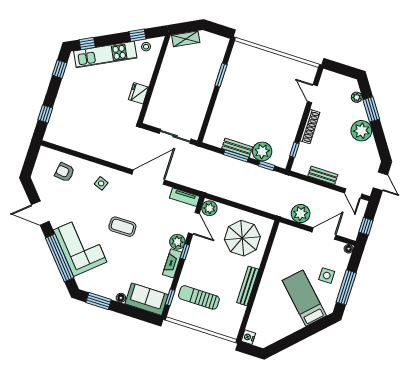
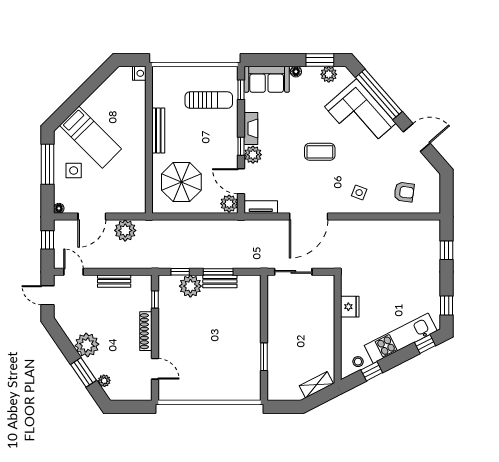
plant: (95, 287) -> (329, 74), added

